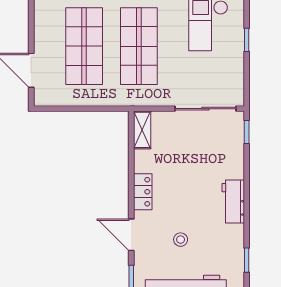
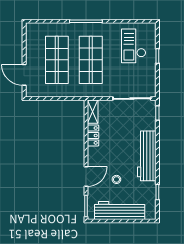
locker: (143, 192) -> (93, 135), moved
workbench: (233, 201) -> (147, 156), width x1.88, depth x1.32
door: (131, 235) -> (86, 177), swing flipped

